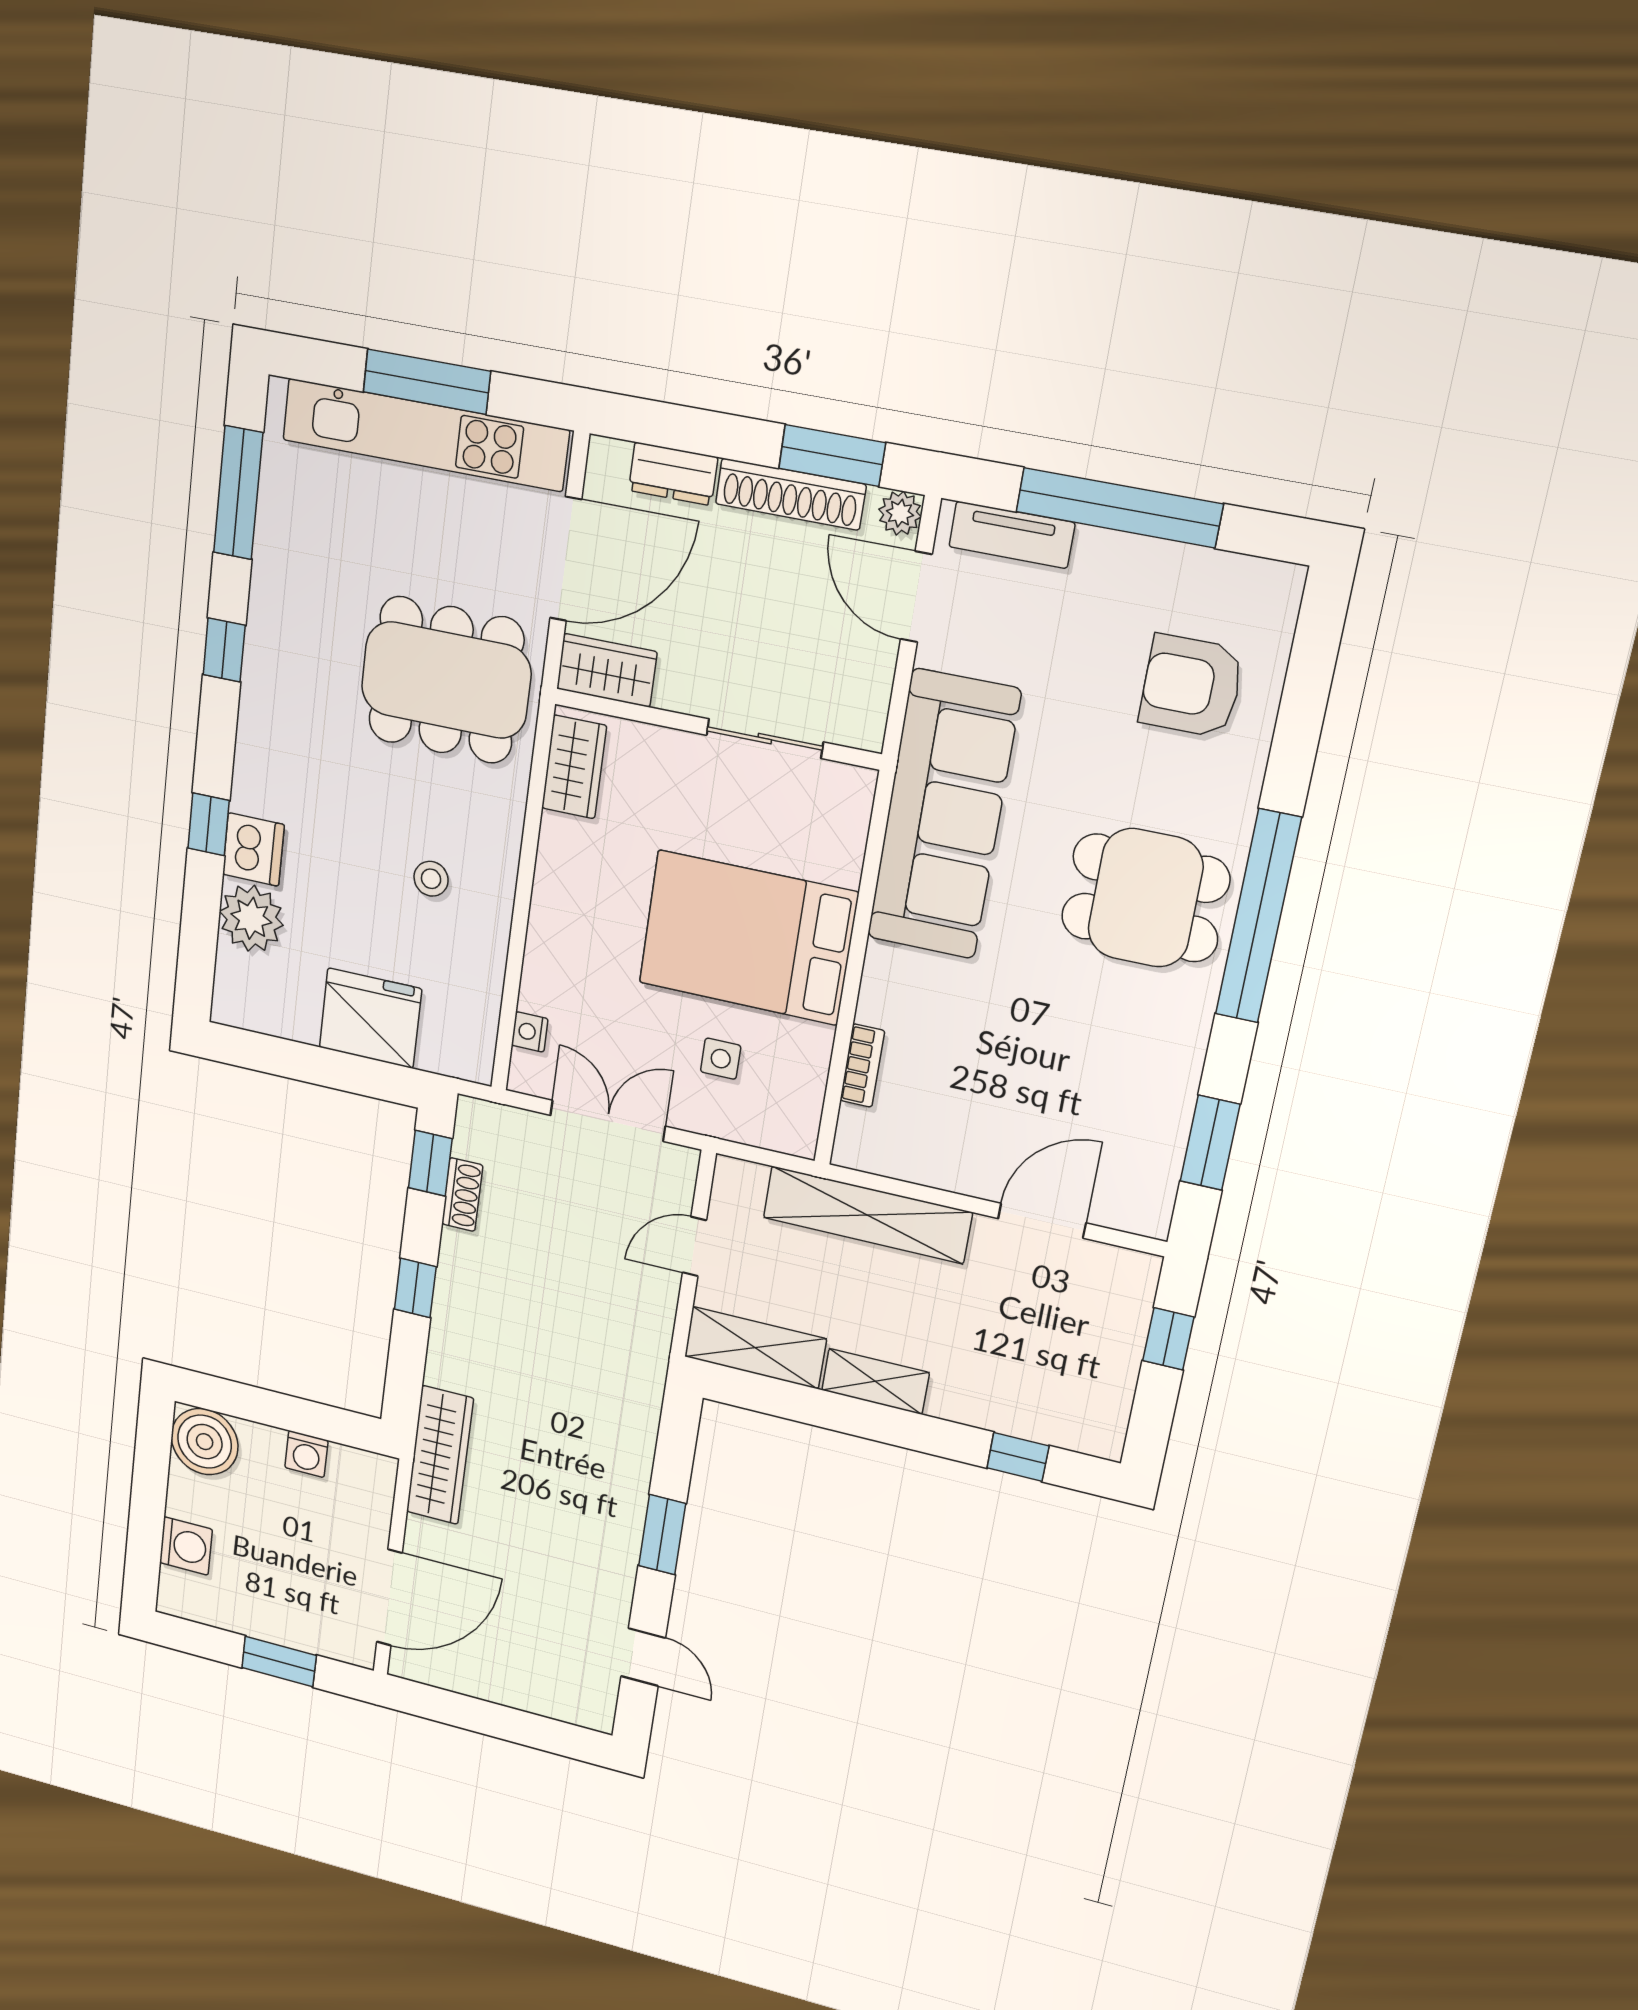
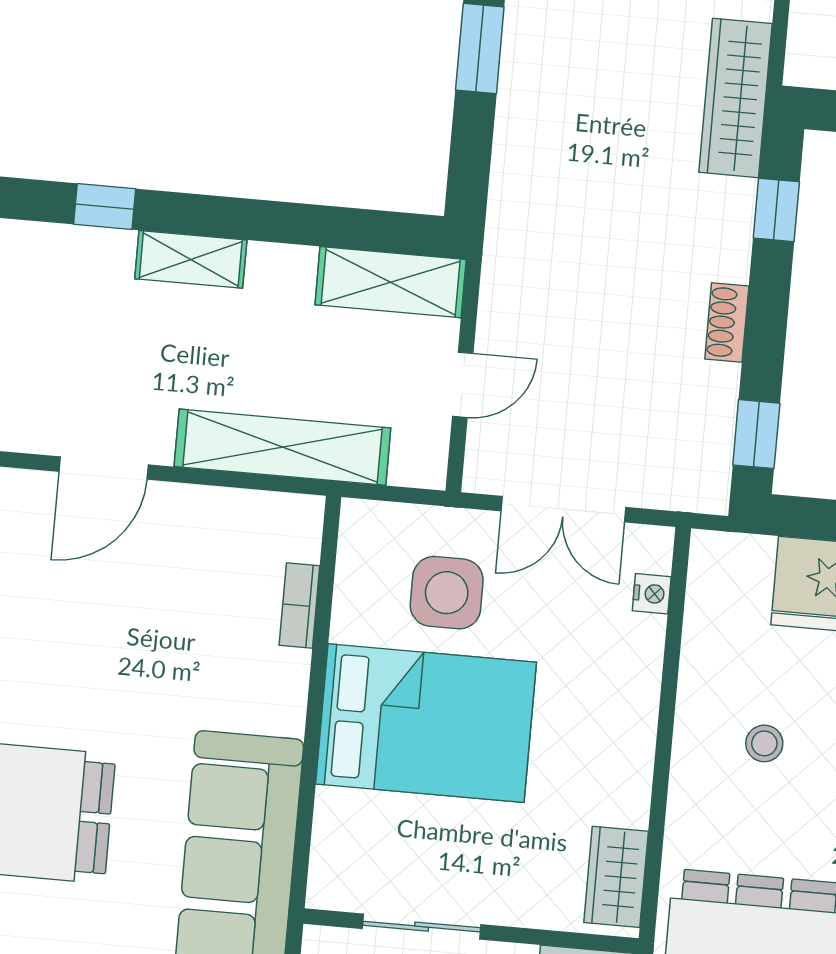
side table: (721, 1059) -> (447, 593), width x1.87, depth x1.87
shoe rack: (462, 1195) -> (727, 323), moved
window: (415, 1288) -> (776, 210), moved
shelving: (876, 1381) -> (191, 259), moved

